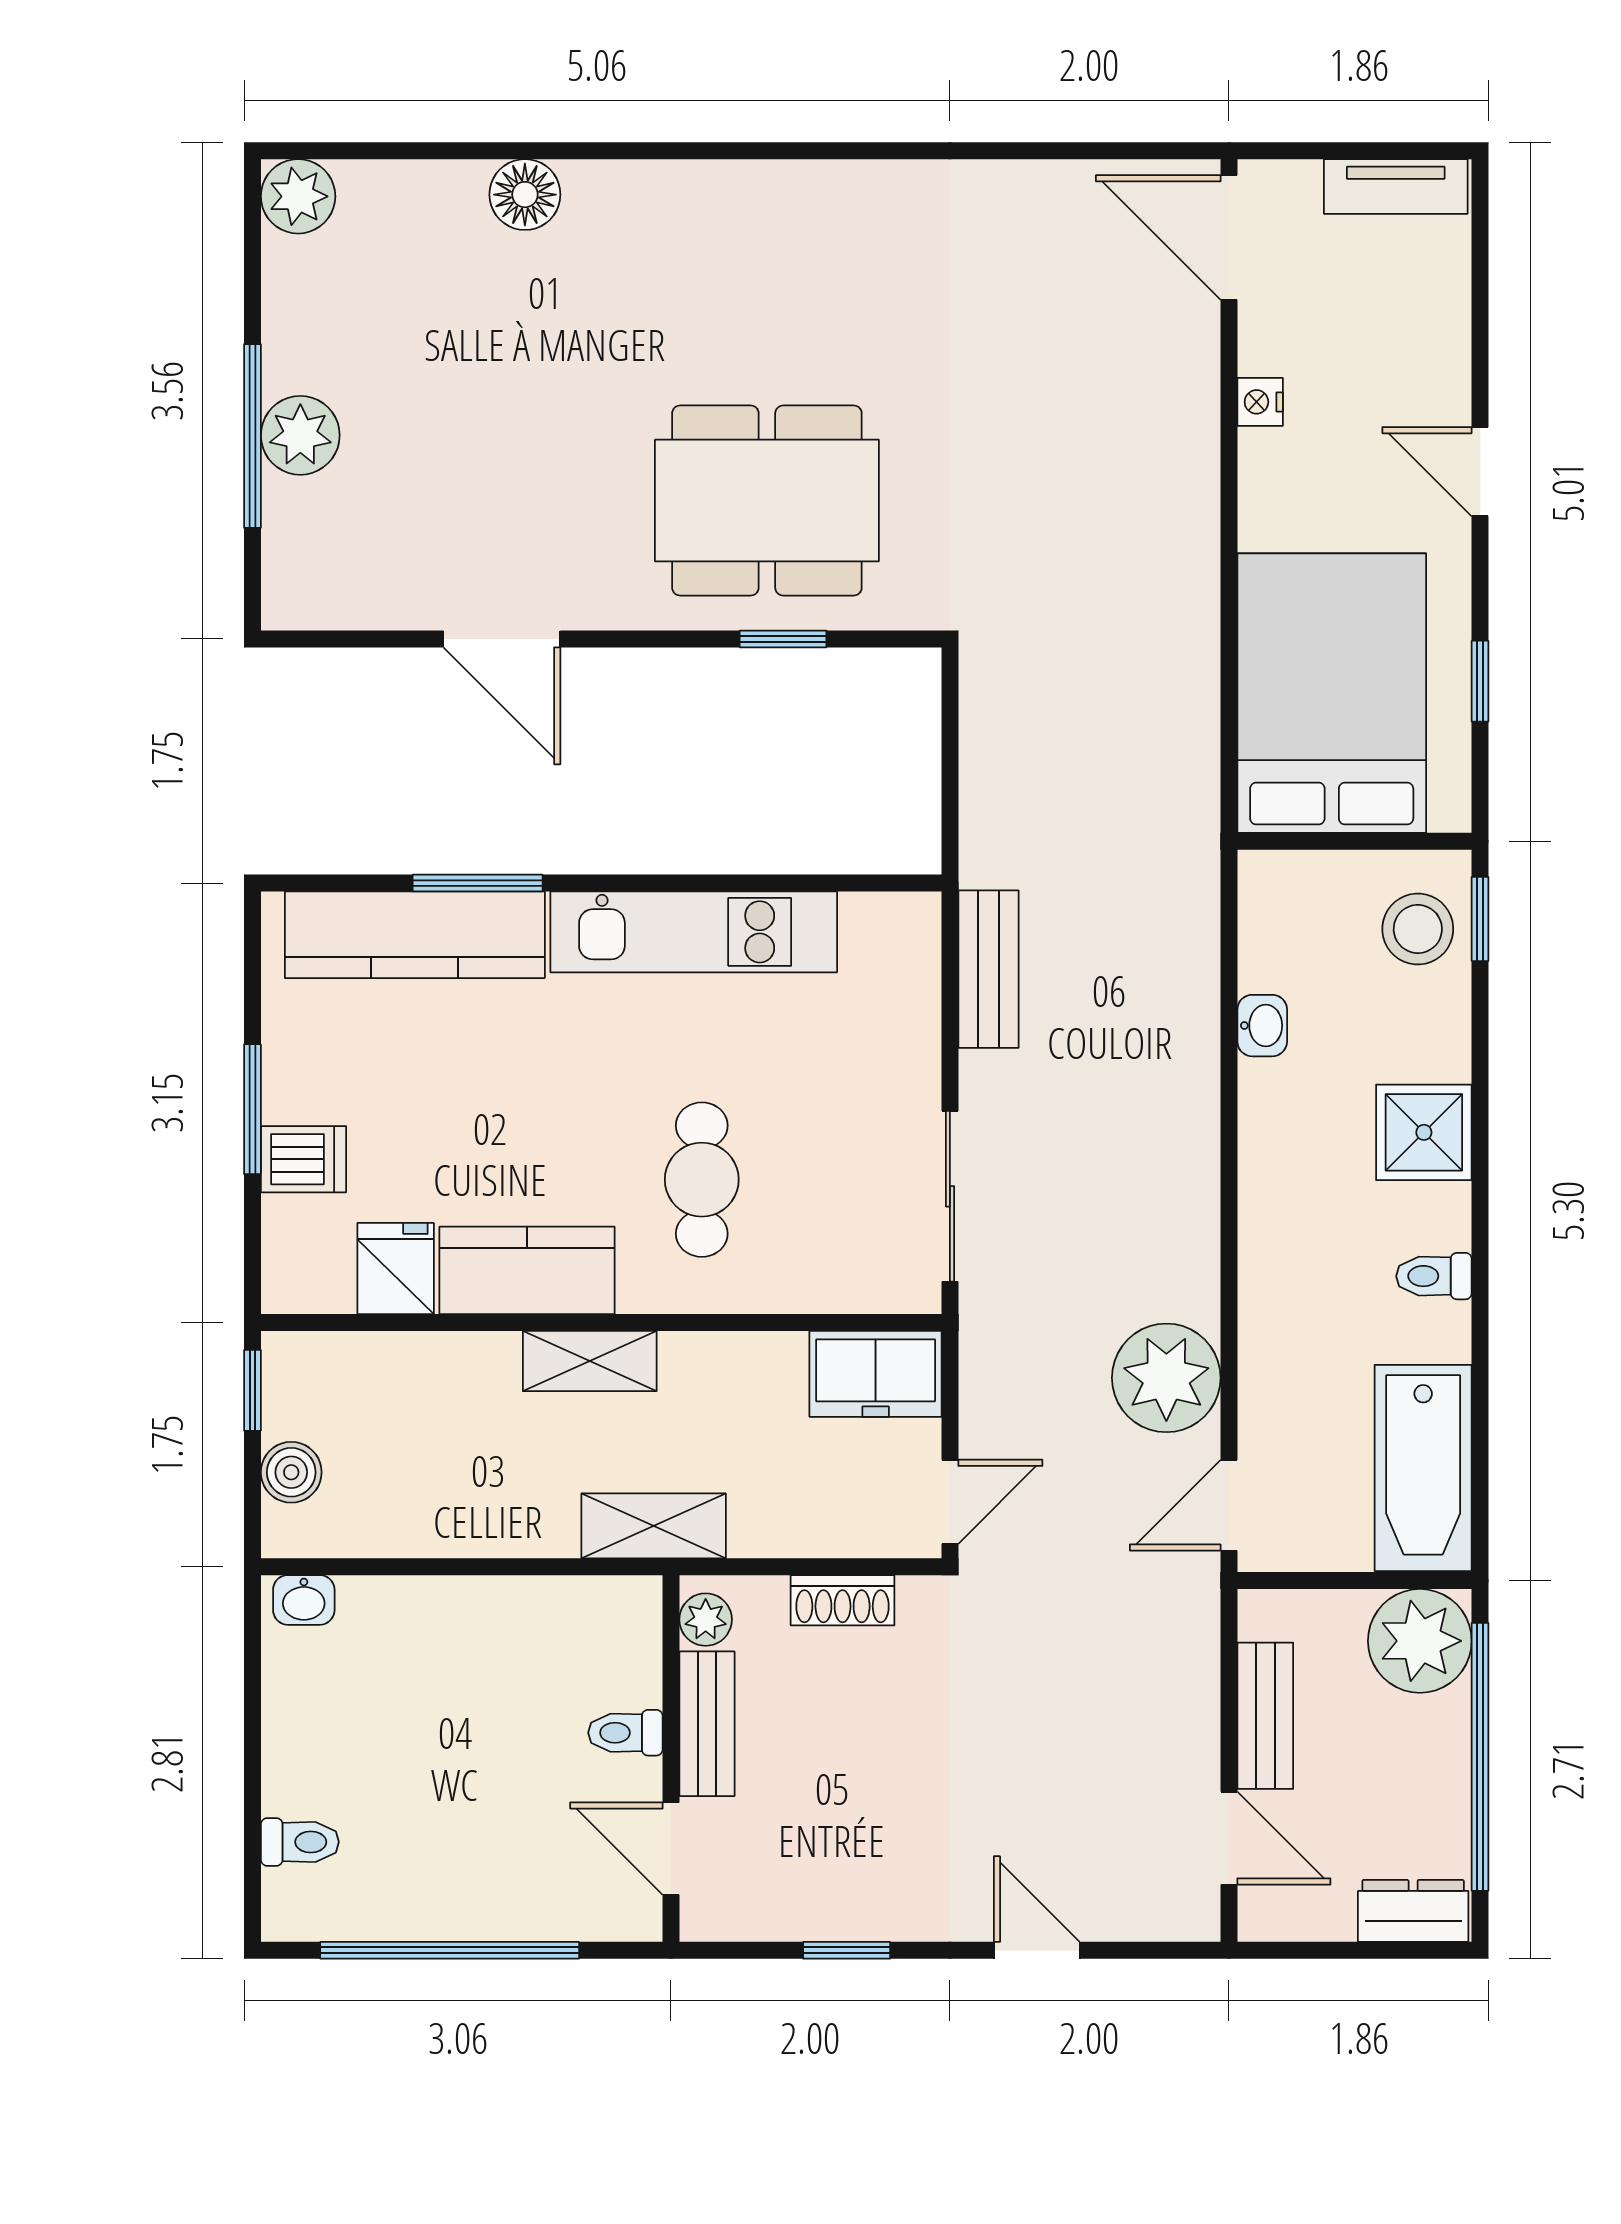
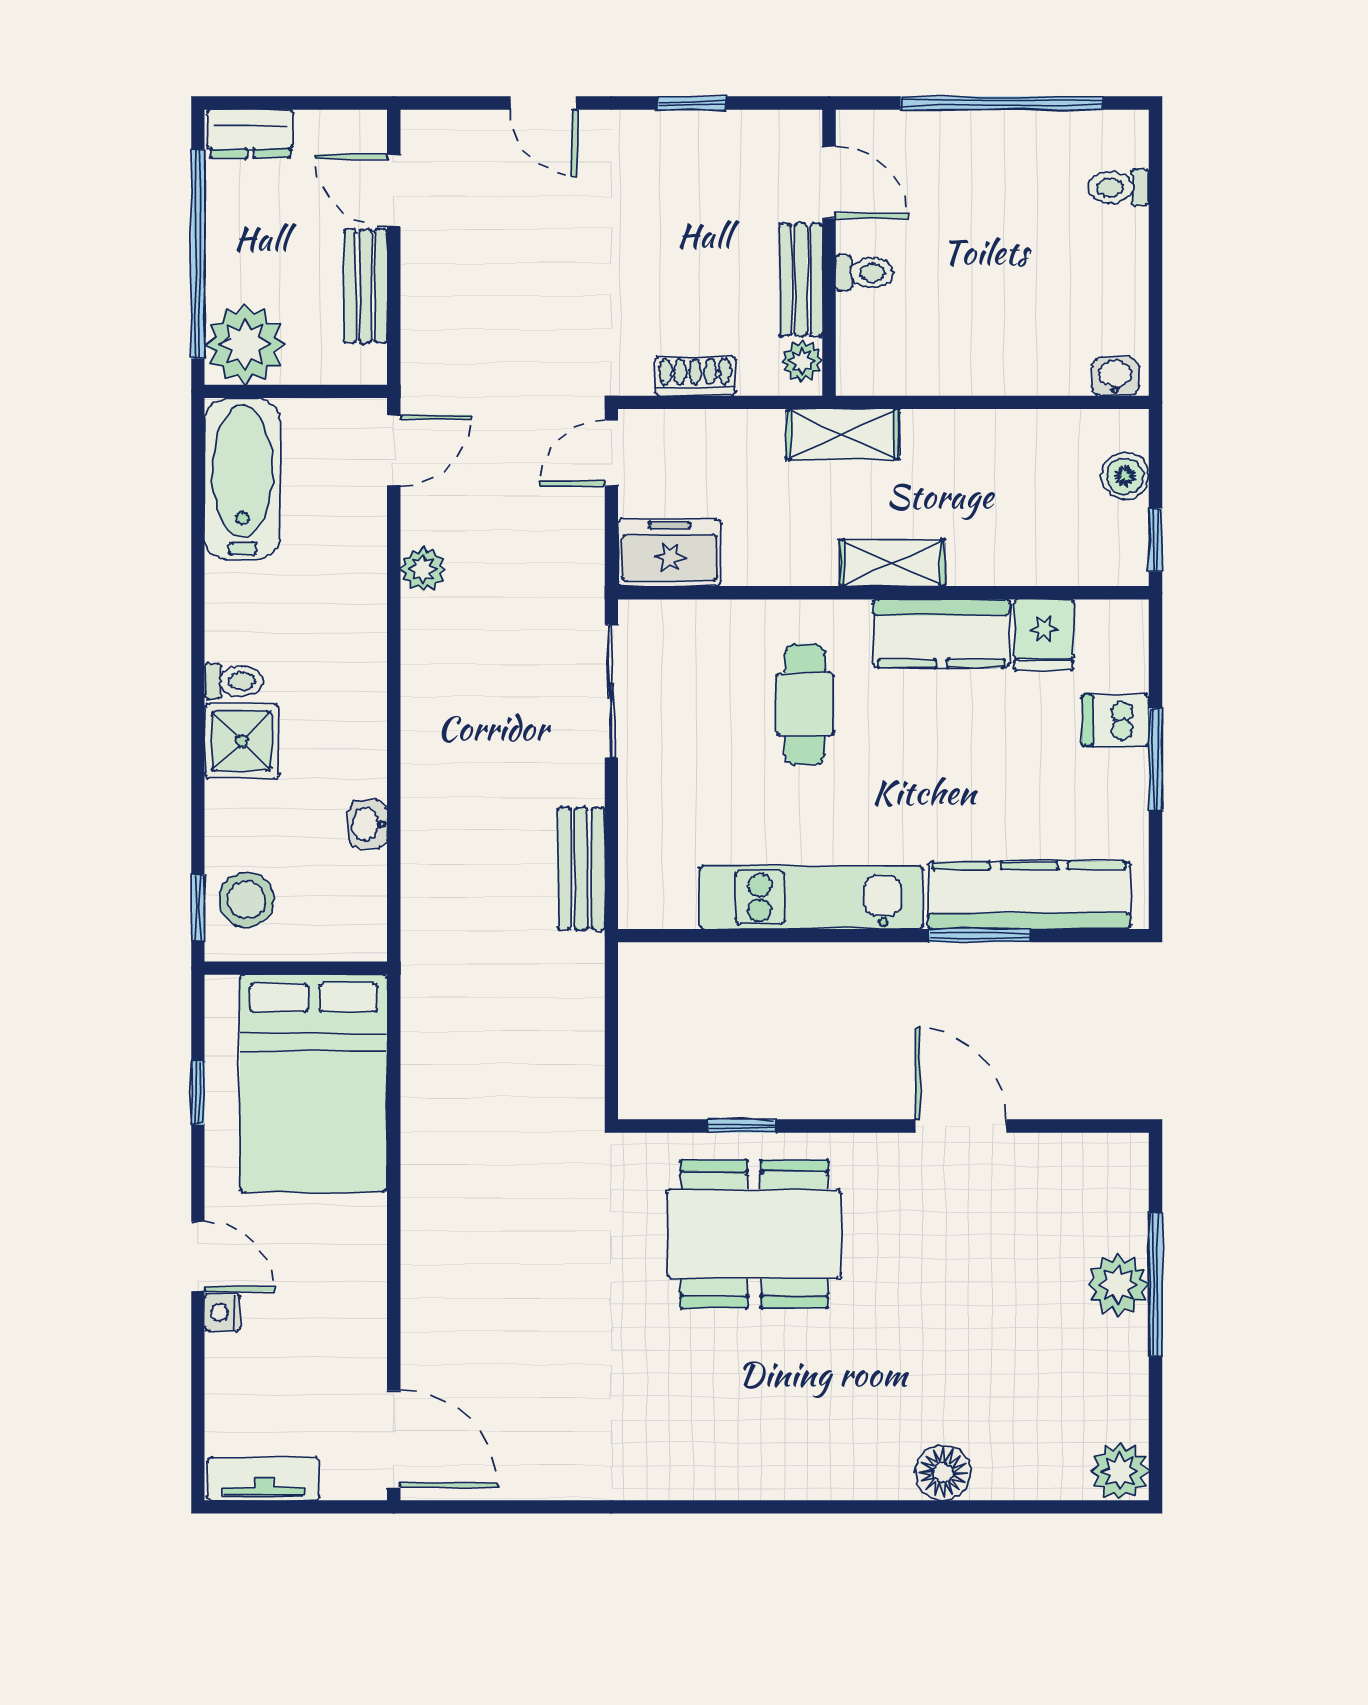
nightstand: (1260, 402) -> (222, 1312), moved, turned 180
toilet: (1434, 1276) -> (234, 681), moved
plant: (1166, 1378) -> (423, 569), width x0.53, depth x0.53

